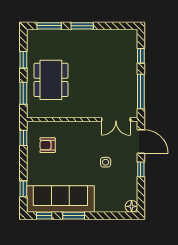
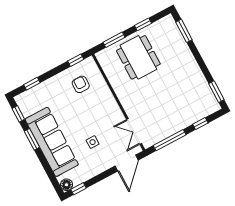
window: (82, 26) -> (216, 92), moved
dining table: (51, 80) -> (138, 57), turned 90
window: (141, 169) -> (78, 189), moved
sofa: (60, 199) -> (52, 142), moved

